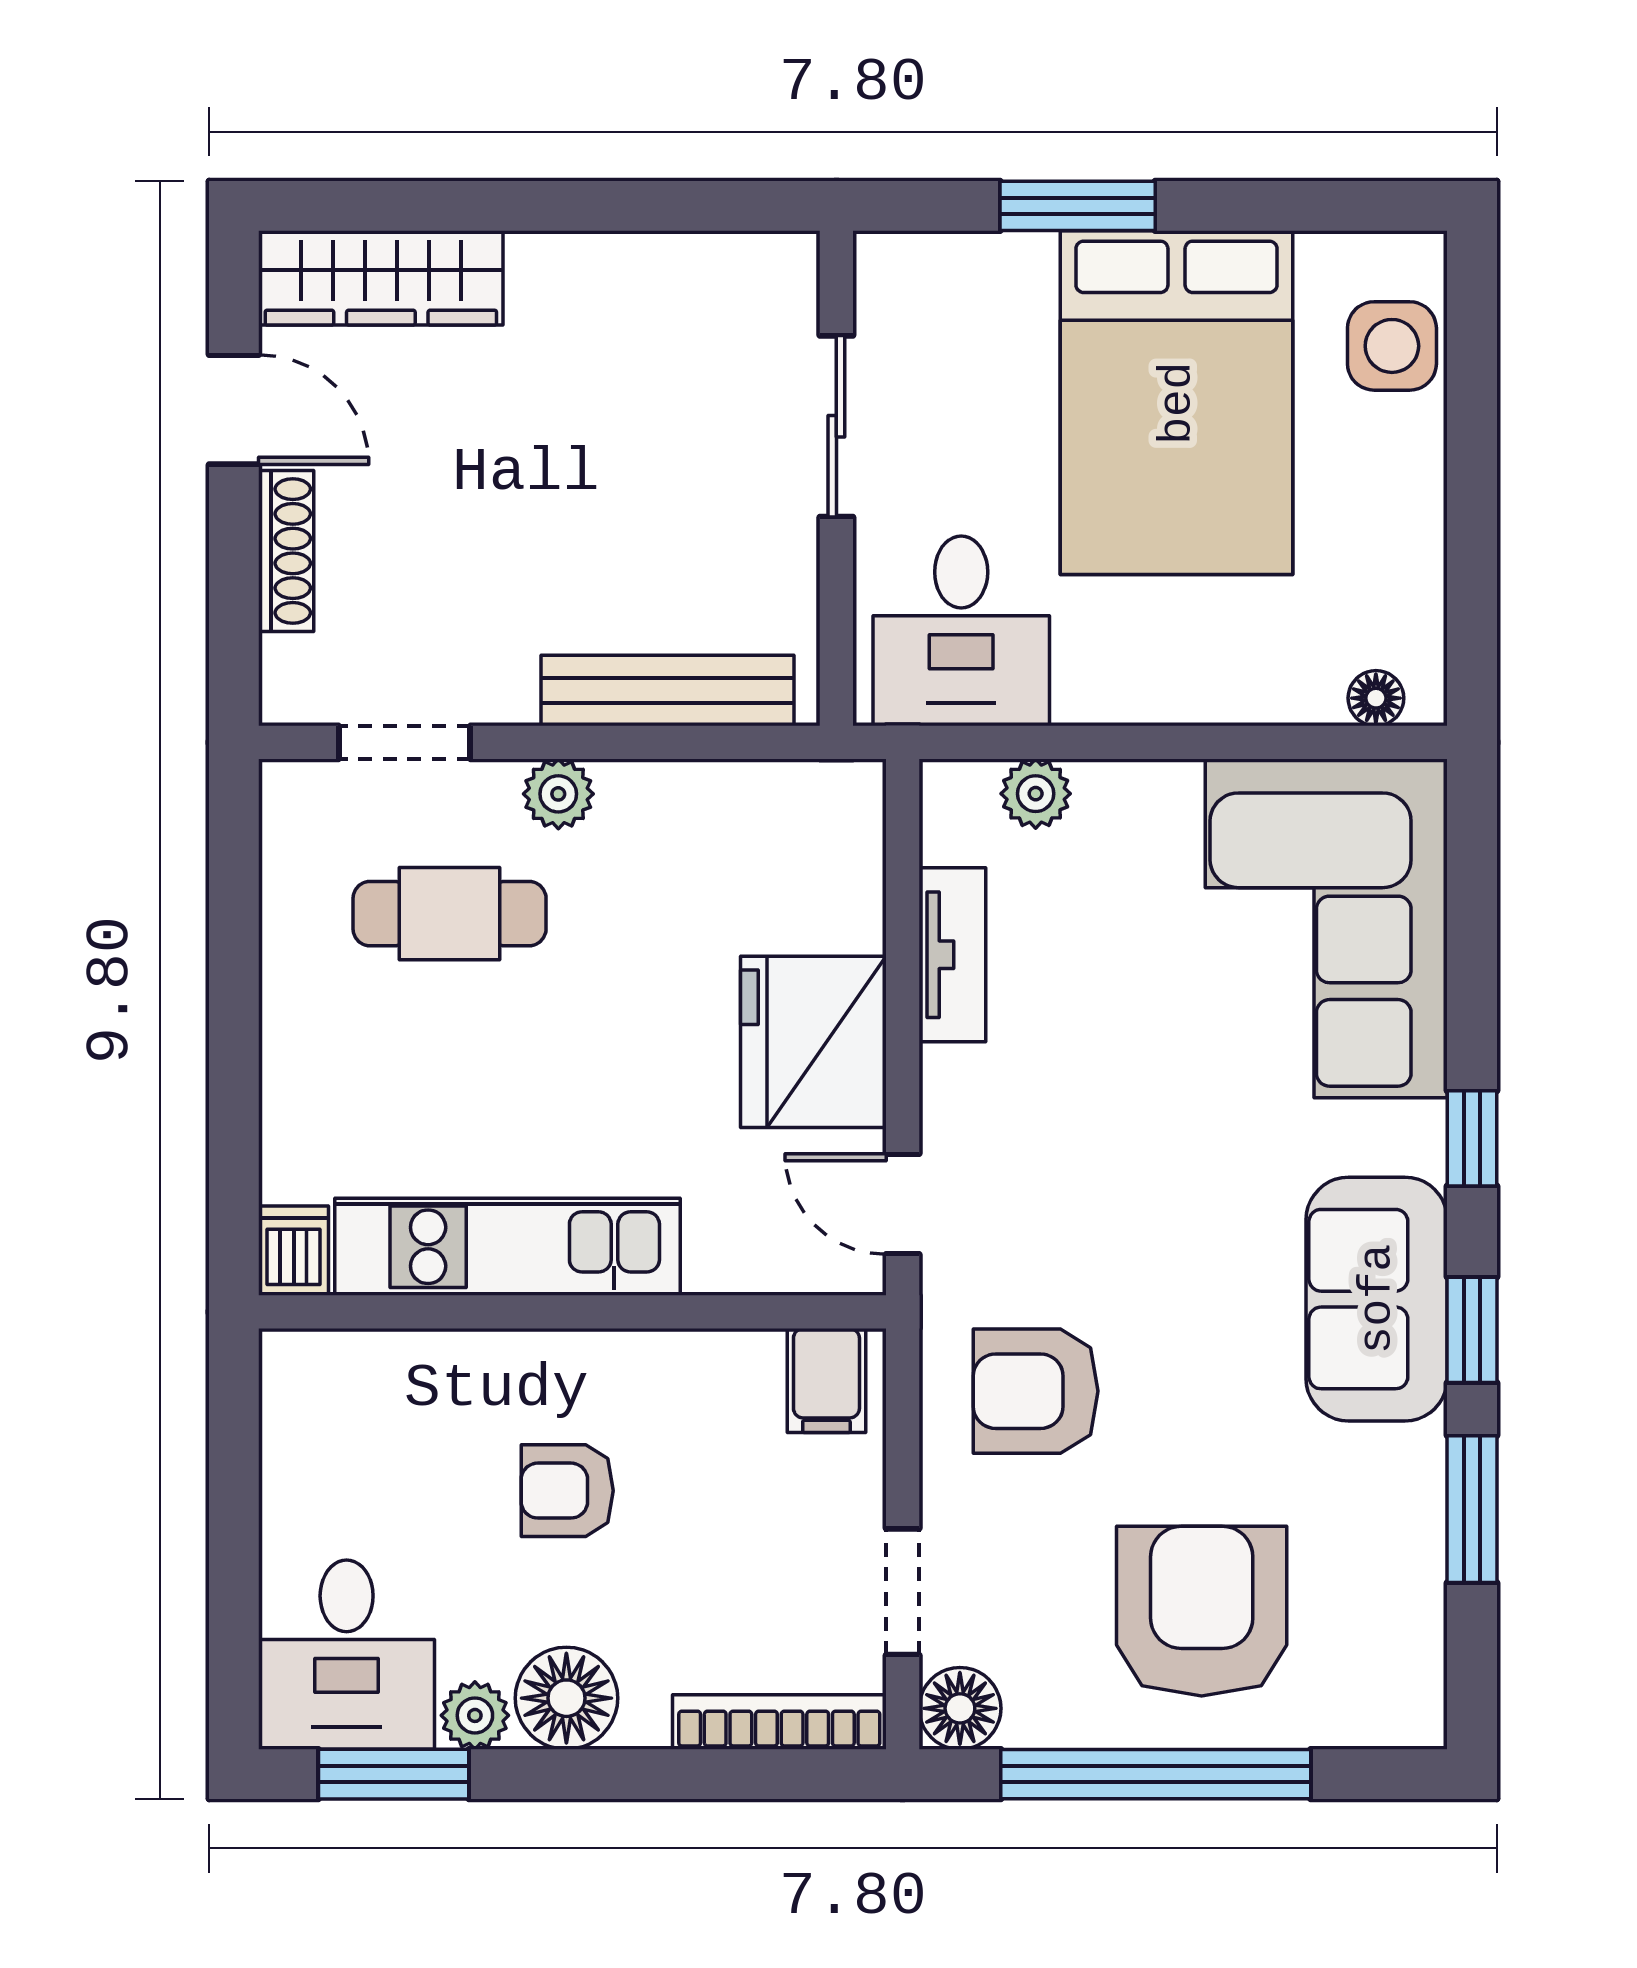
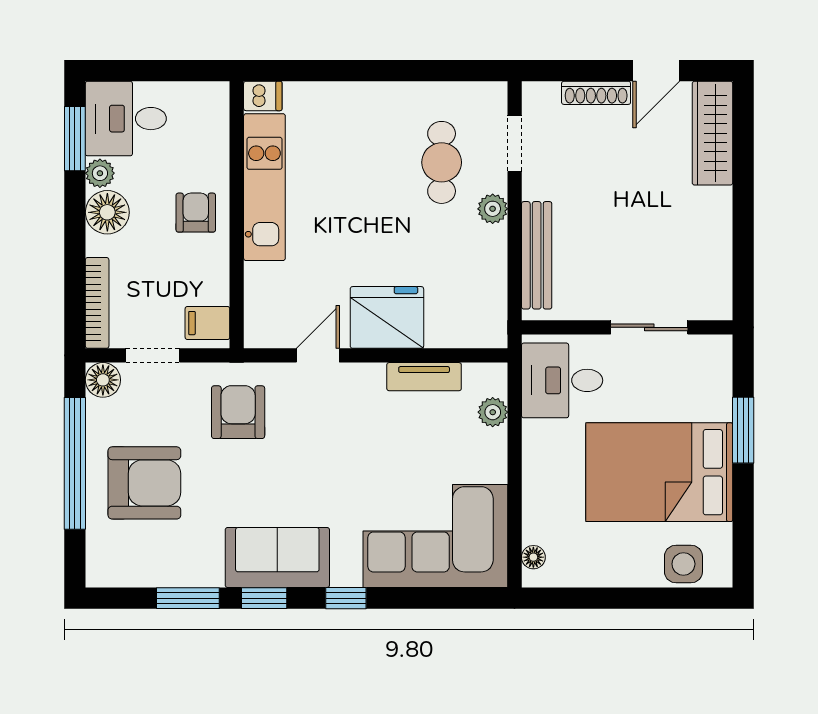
kitchen unit: (507, 1247) -> (264, 187), moved
dishwasher: (294, 1251) -> (263, 96), moved
wall: (572, 1312) -> (237, 215), moved
filing cabinet: (826, 1381) -> (207, 323), moved

